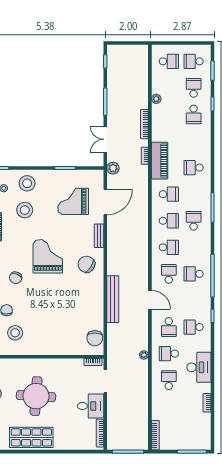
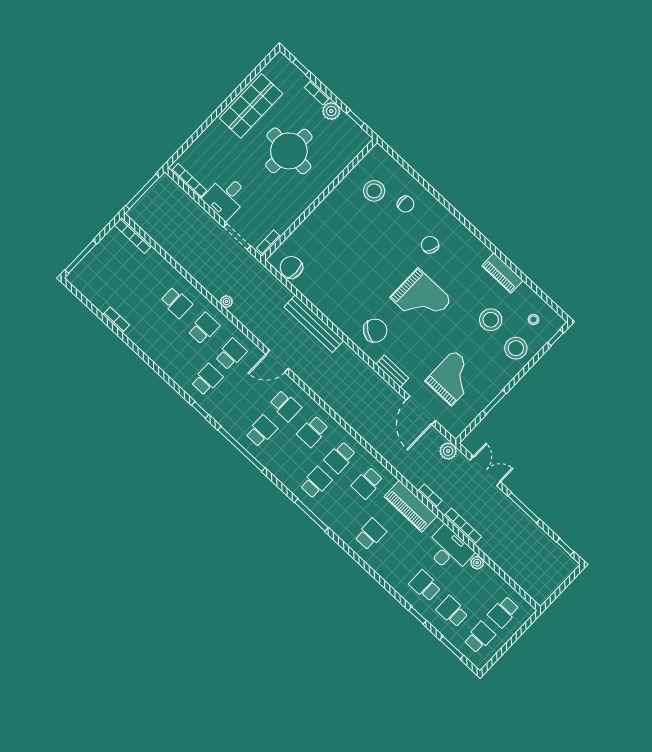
school desk: (194, 88) -> (452, 612), turned 180
school desk: (194, 221) -> (316, 483), turned -90
school desk: (169, 327) -> (231, 354), turned 90
desk: (199, 367) -> (449, 550), moved, turned 180

